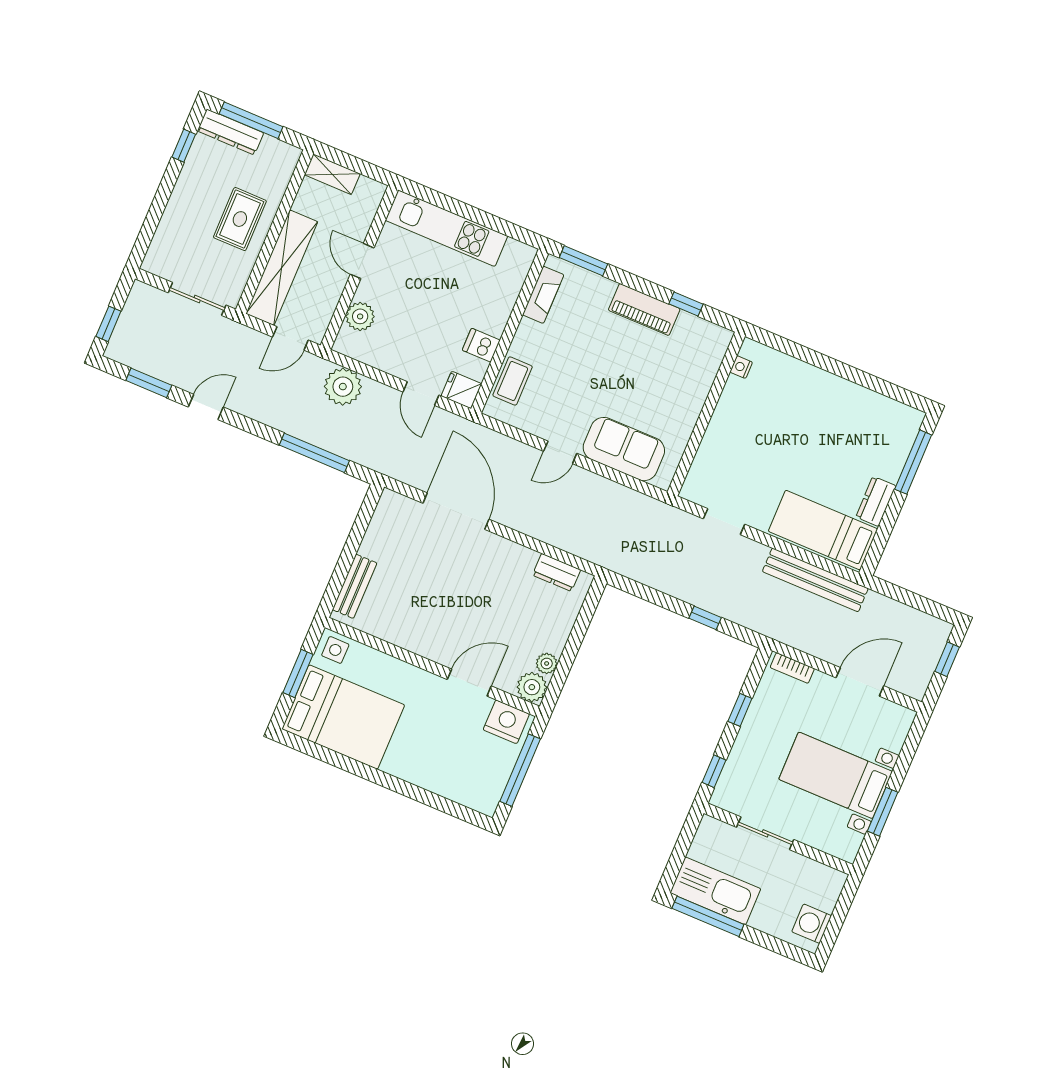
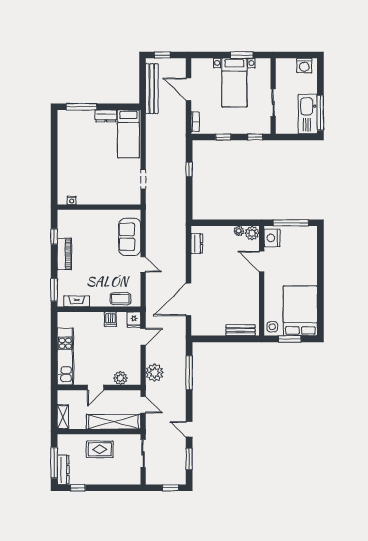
bench: (815, 580) -> (152, 89), moved

